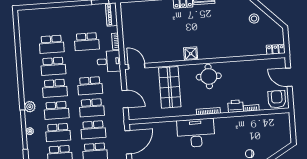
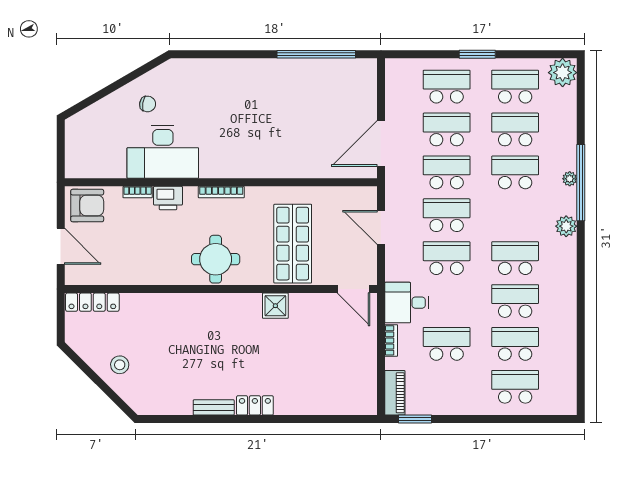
locker: (275, 49) -> (92, 302), width x1.53
shower: (191, 54) -> (275, 306), moved
armchair: (277, 99) -> (87, 206), turned -90
school desk: (56, 110) -> (515, 387), moved
desk: (196, 133) -> (163, 152), moved

